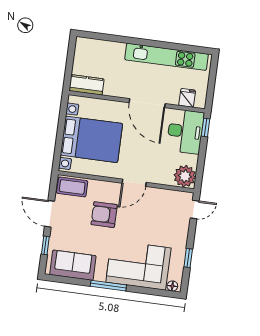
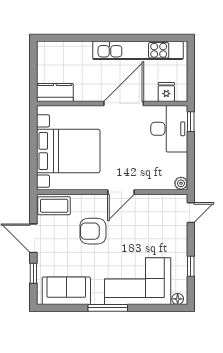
door: (147, 103) -> (124, 104), swing flipped
plant: (185, 176) -> (181, 183), width x0.53, depth x0.53

